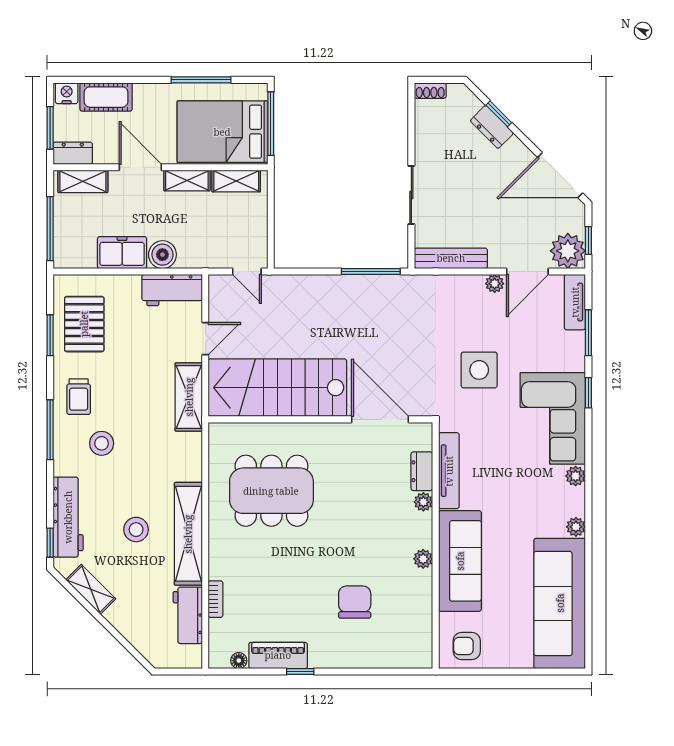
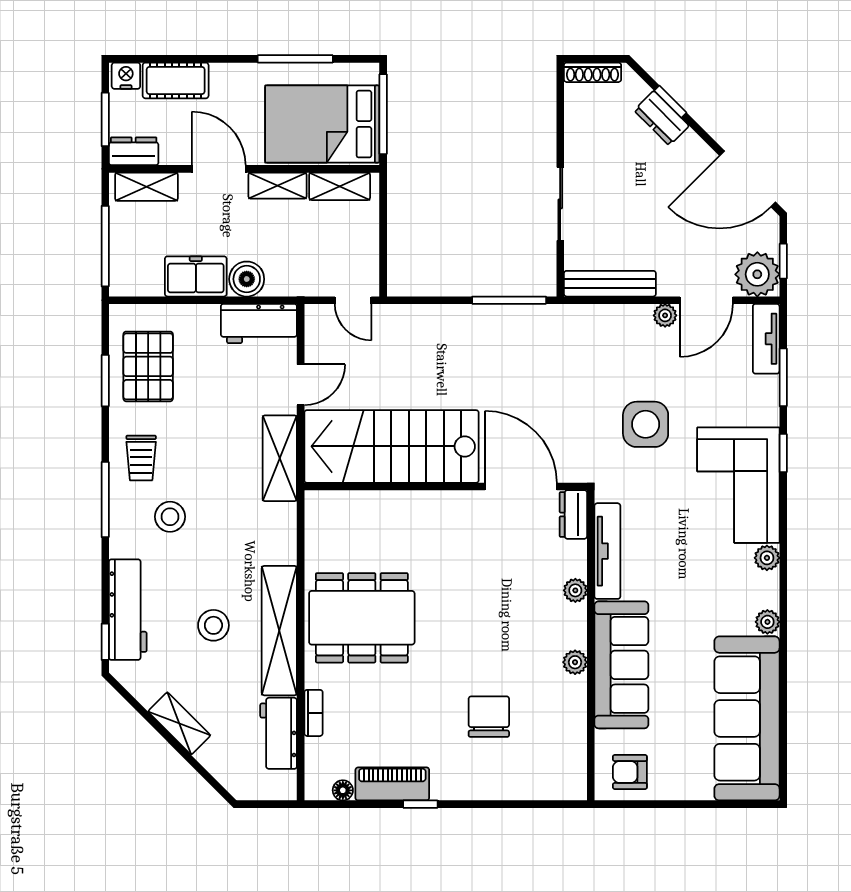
shoe rack: (430, 91) -> (593, 72), width x1.43
dresser: (422, 471) -> (573, 514), moved
dining table: (271, 491) -> (362, 618), moved
shelving: (91, 589) -> (179, 723), moved

